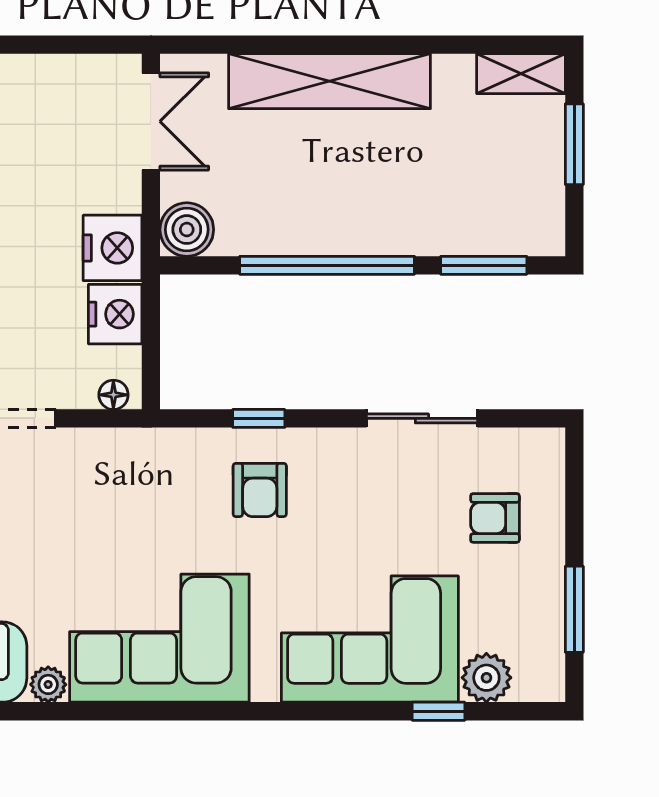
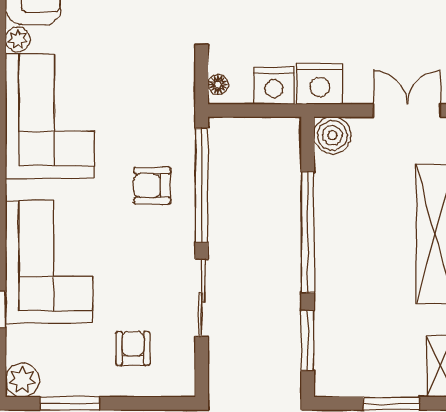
double door: (151, 121) -> (407, 110), swing flipped
window: (259, 418) -> (202, 185), width x3.17
plant: (486, 678) -> (22, 380), moved

